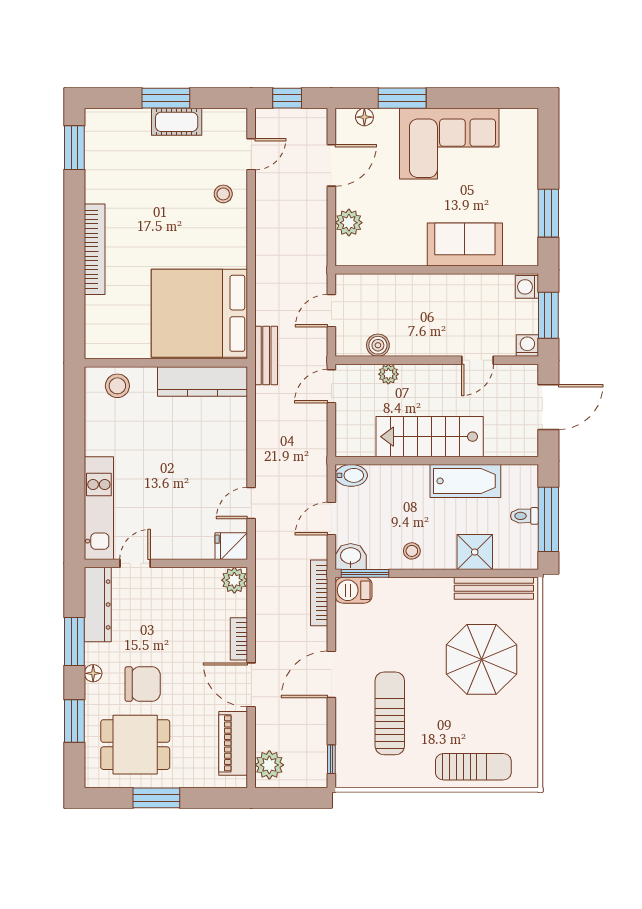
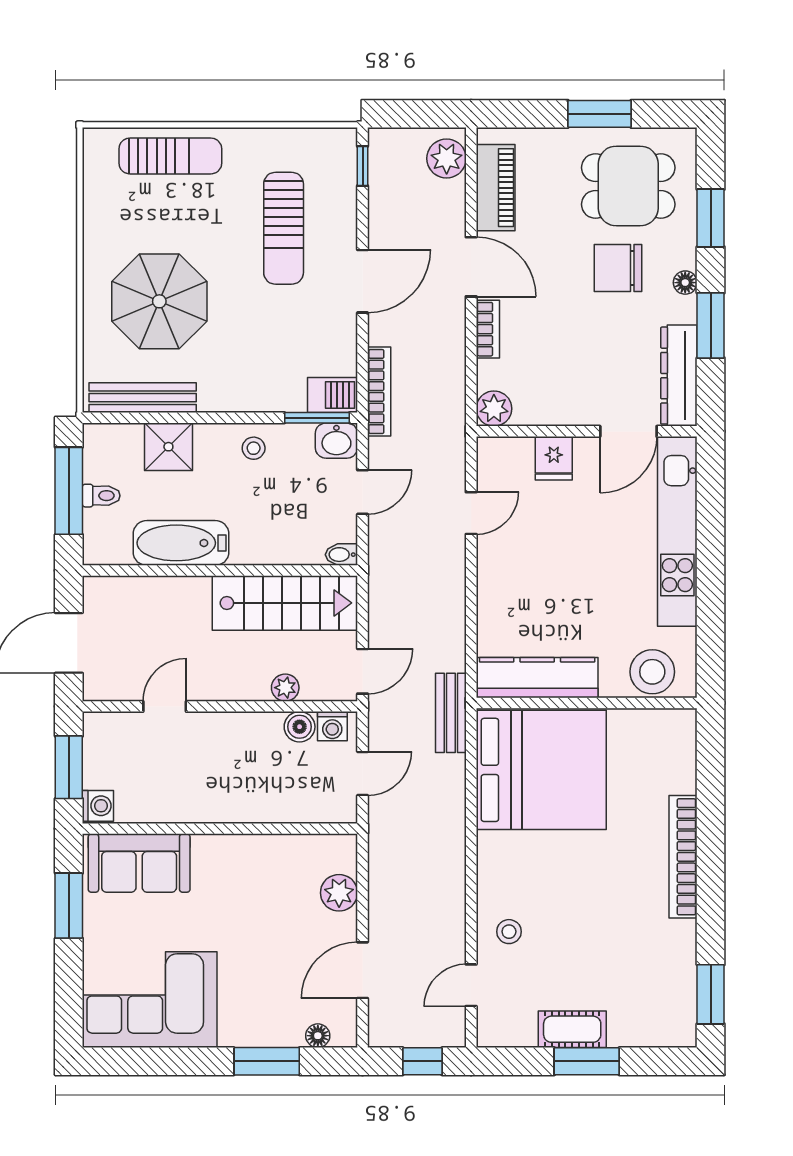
corner sofa: (449, 144) -> (150, 1000), moved
sofa: (465, 245) -> (139, 863), moved
washing machine: (527, 346) -> (332, 726), moved
stool: (117, 386) -> (652, 672), width x1.38, depth x1.38
stairs: (430, 437) -> (285, 603), moved
bidet: (351, 475) -> (341, 555), width x0.72, depth x0.74
kitchen unit: (99, 508) -> (677, 531), width x1.36
fridge: (231, 546) -> (554, 458), moved, turned 90
door: (135, 563) -> (628, 431), width x1.38
sun lounger: (473, 767) -> (170, 156), turned 180

